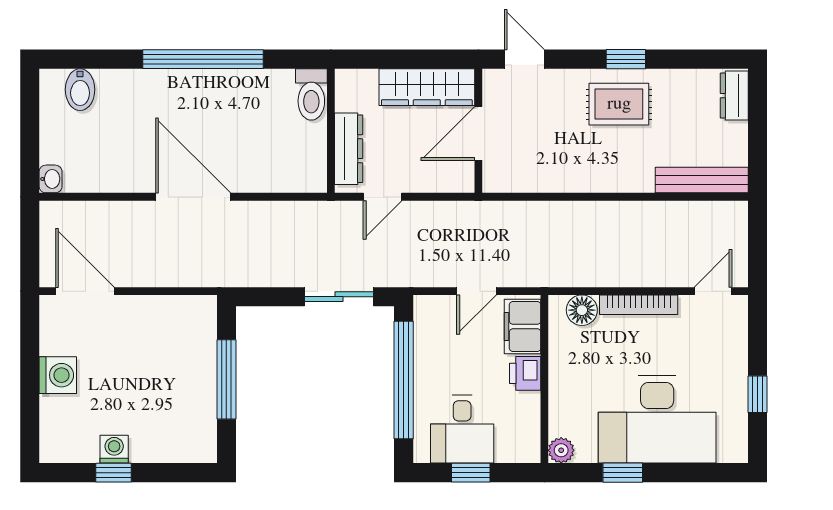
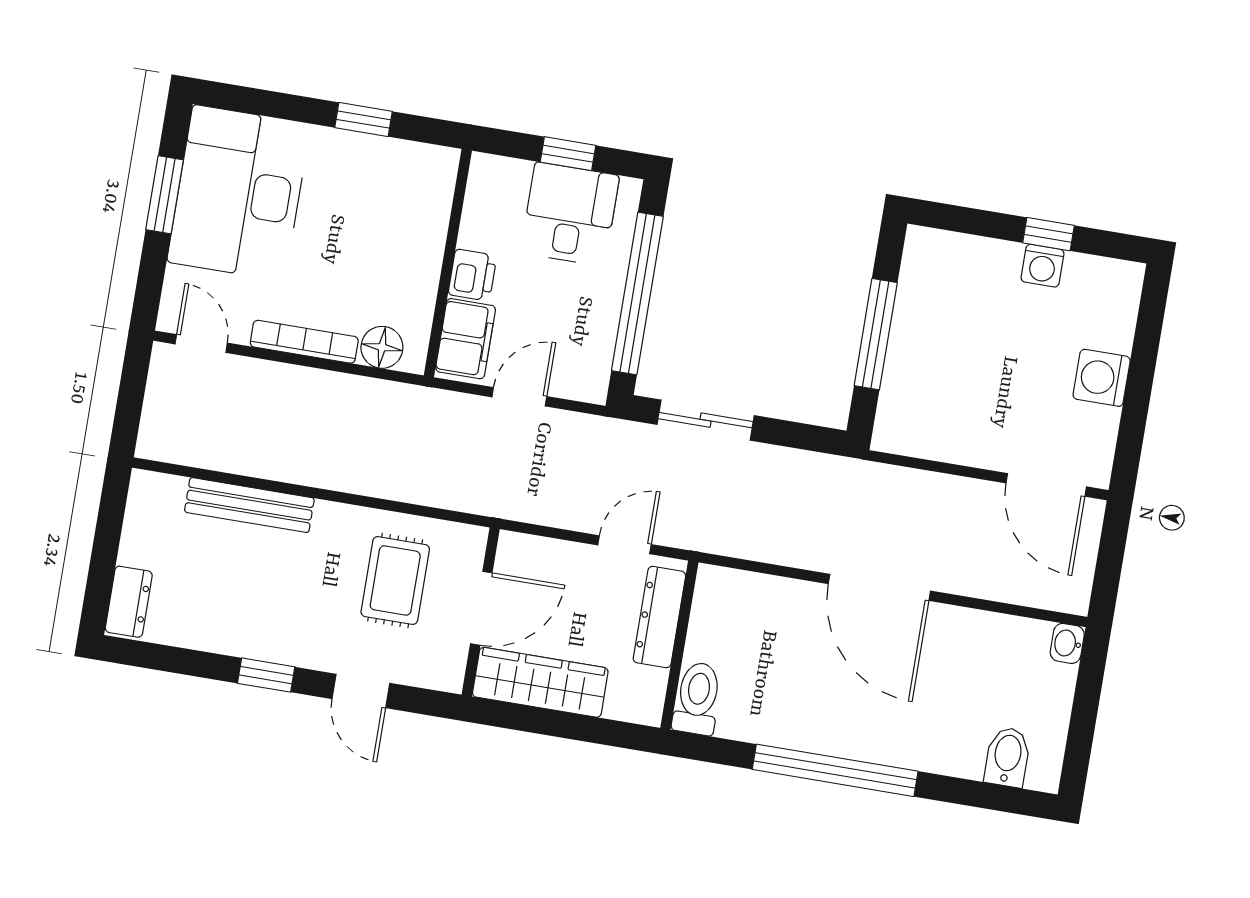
door: (524, 59) -> (361, 691), moved
rug: (619, 104) -> (395, 581), moved, turned 90
bench: (702, 180) -> (249, 505), moved
door: (713, 291) -> (201, 344), swing flipped
window: (757, 394) -> (165, 195), width x1.50
desk: (657, 419) -> (239, 193), moved, turned -90
plant: (561, 450) -> (441, 163), removed

